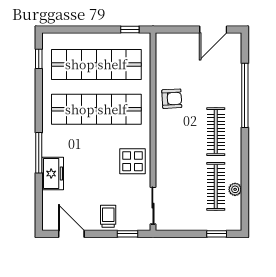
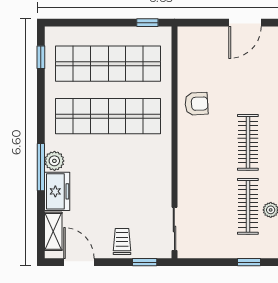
plant: (50, 147) -> (54, 161), added
display table: (132, 161) -> (151, 177), removed
shelving: (49, 208) -> (53, 231), added

